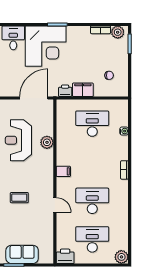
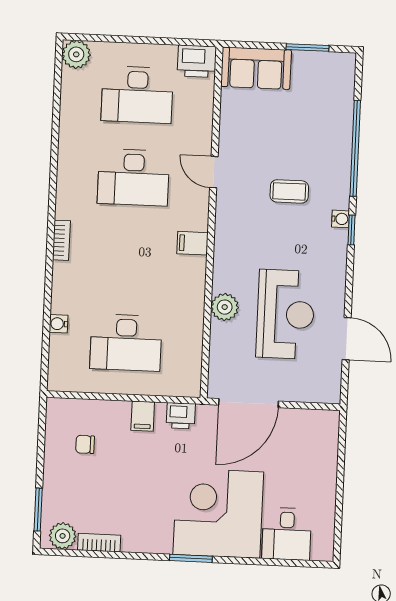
filing cabinet: (83, 90) -> (143, 416), width x0.50
sofa: (22, 254) -> (256, 68), moved

